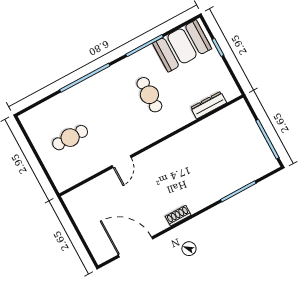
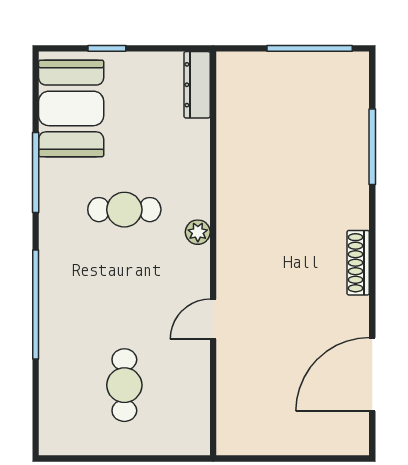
dresser: (209, 105) -> (197, 85), moved
plant: (157, 133) -> (198, 232), added
door: (122, 162) -> (213, 319), swing flipped
shoe rack: (178, 216) -> (358, 263), width x1.43

